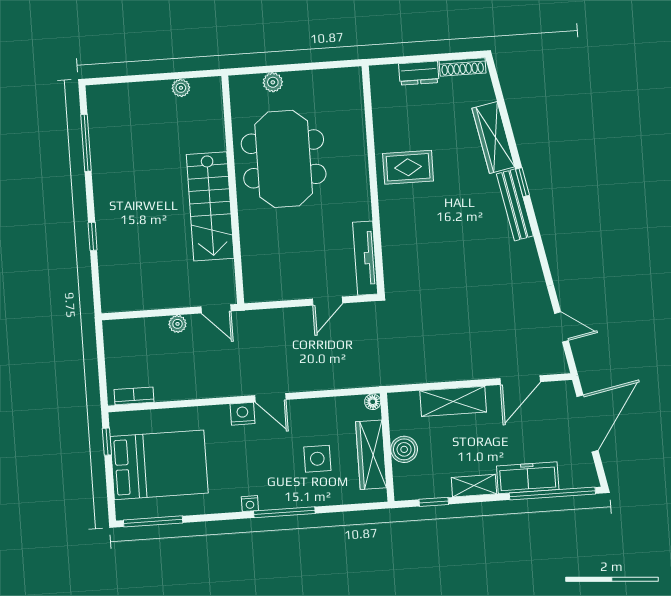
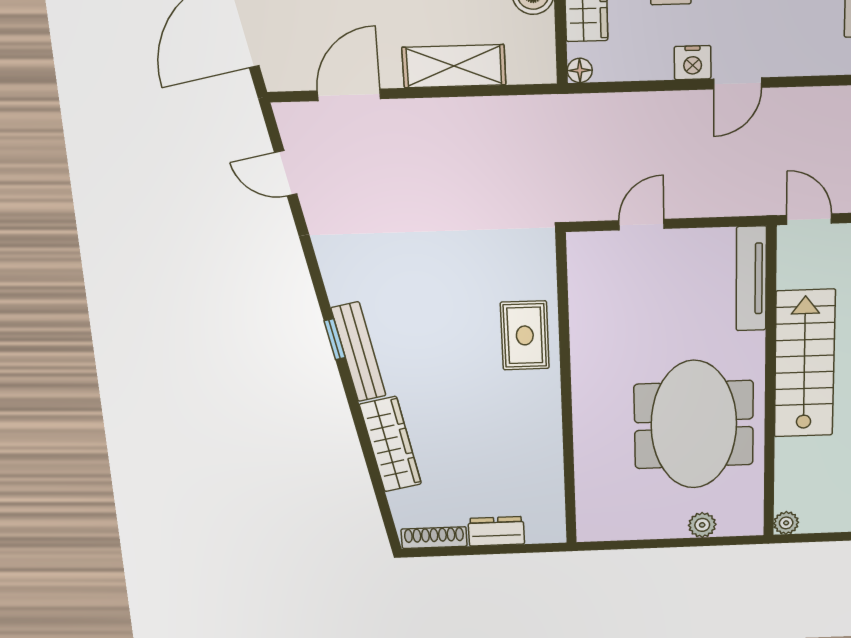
plant: (181, 88) -> (786, 523), moved
rug: (408, 167) -> (525, 335), moved, turned 90
window: (523, 182) -> (335, 339), moved
tv unit: (365, 258) -> (751, 279), moved, turned 180
door: (270, 398) -> (738, 83), swing flipped
nightstand: (242, 414) -> (693, 63), moved

